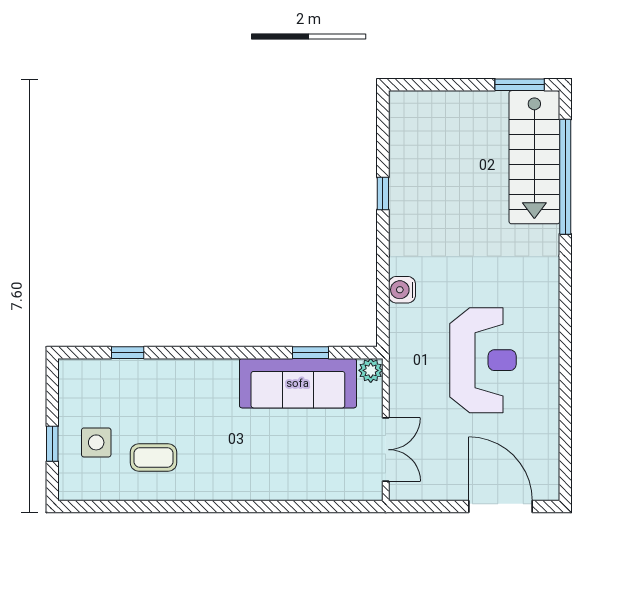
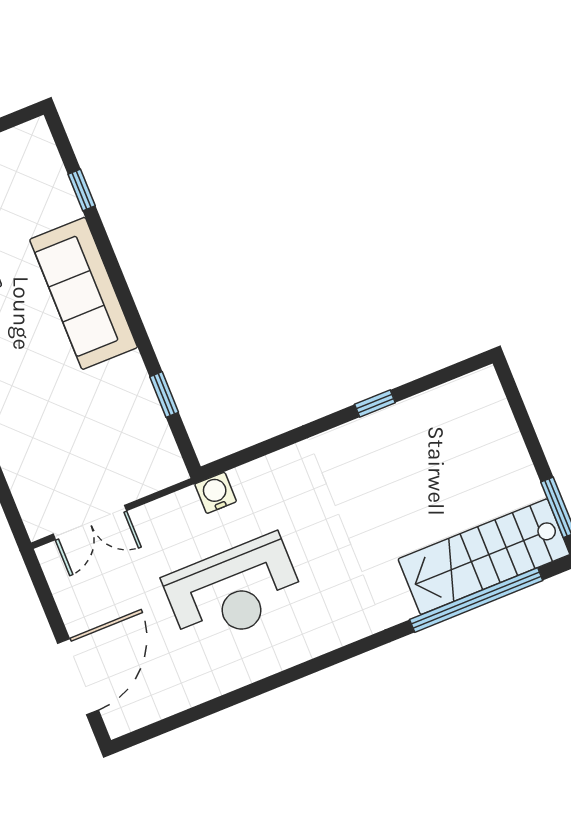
water cooler: (402, 290) -> (216, 493), moved
plant: (371, 370) -> (171, 470), removed
sofa: (298, 383) -> (84, 293), moved

